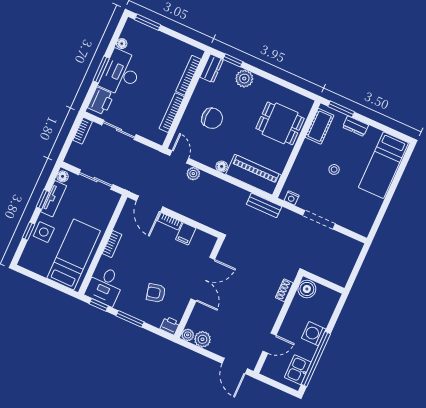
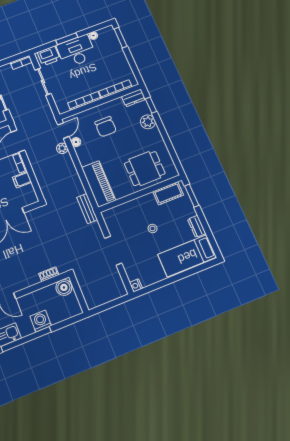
dining table: (280, 123) -> (145, 168), turned 90
dresser: (356, 126) -> (197, 226), moved
floor lamp: (222, 166) -> (76, 142), moved
nightstand: (292, 198) -> (136, 285), moved

